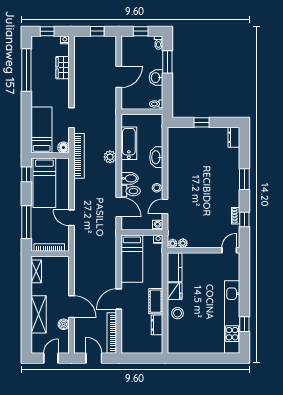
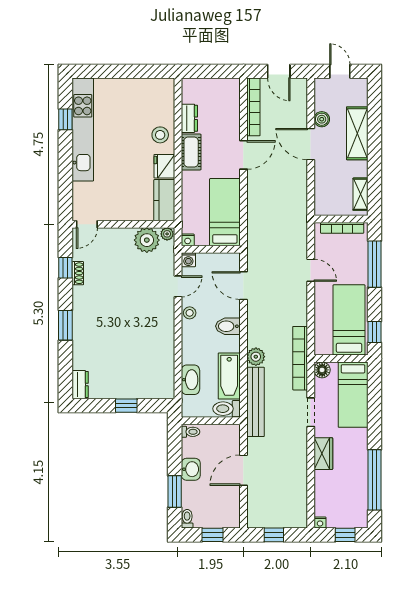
wardrobe: (63, 68) -> (323, 454), moved
bench: (110, 125) -> (255, 402), added
washbasin: (156, 157) -> (190, 380), moved
toilet: (131, 191) -> (227, 409), moved
plant: (183, 243) -> (147, 240), width x1.88, depth x1.88
door: (51, 358) -> (340, 71), swing flipped

